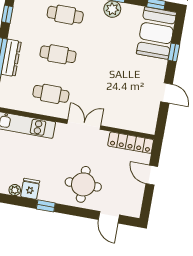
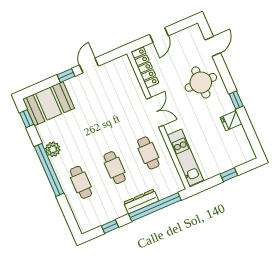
window: (174, 52) -> (66, 75), moved
double door: (84, 125) -> (155, 112), swing flipped
plant: (15, 190) -> (240, 132), removed

